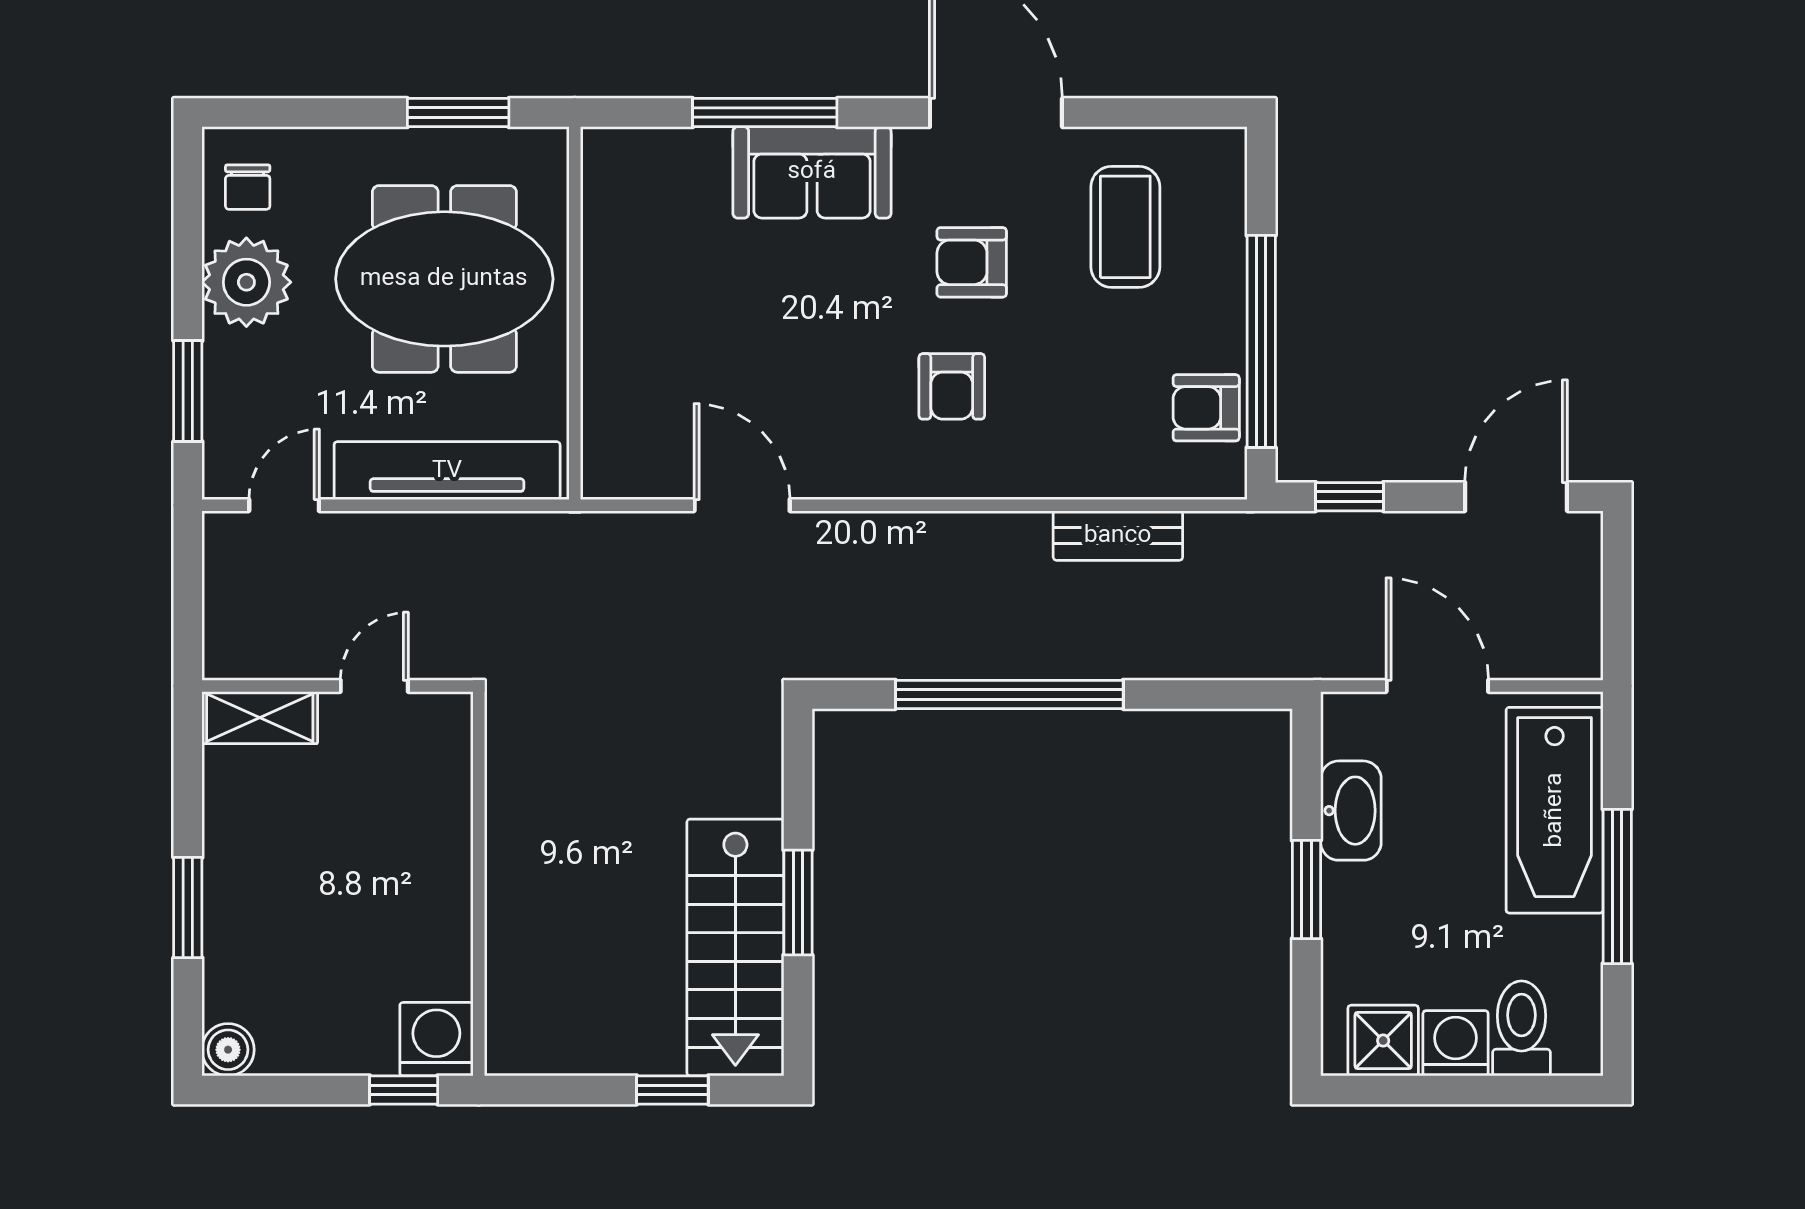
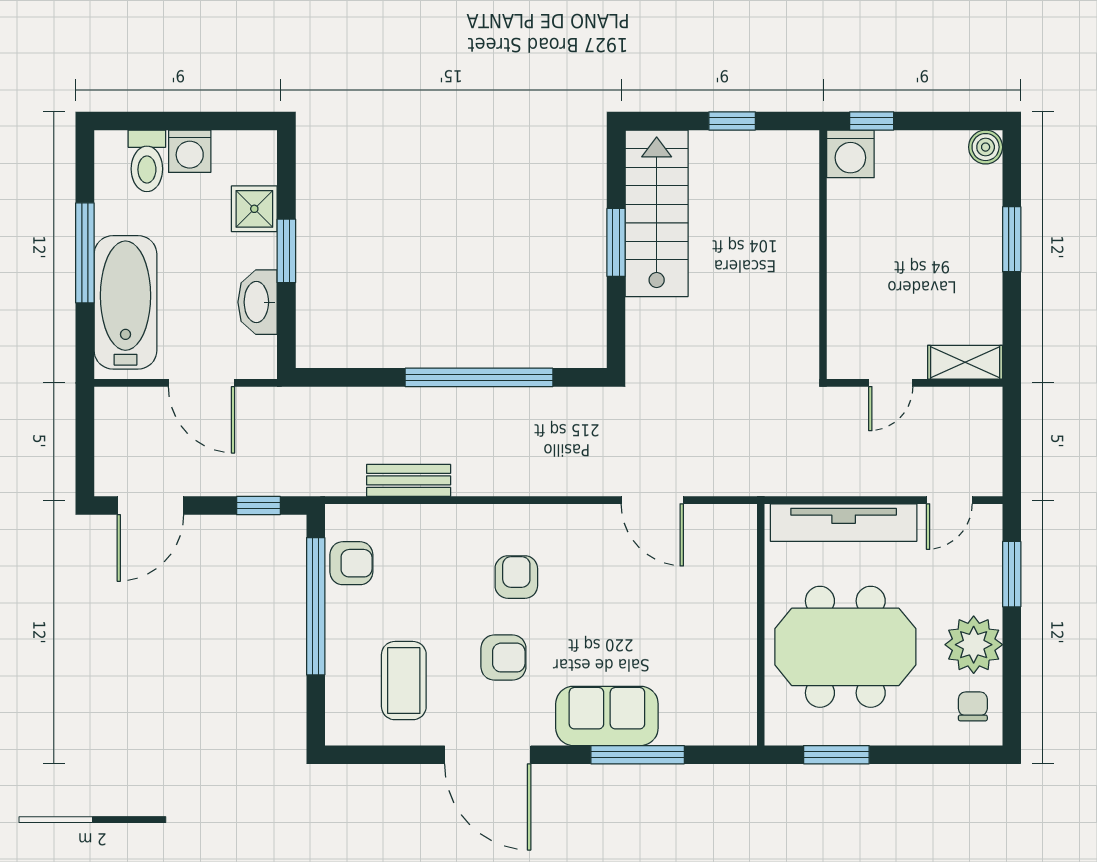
shower: (1383, 1041) -> (254, 209), moved
window: (672, 1090) -> (732, 121), moved

